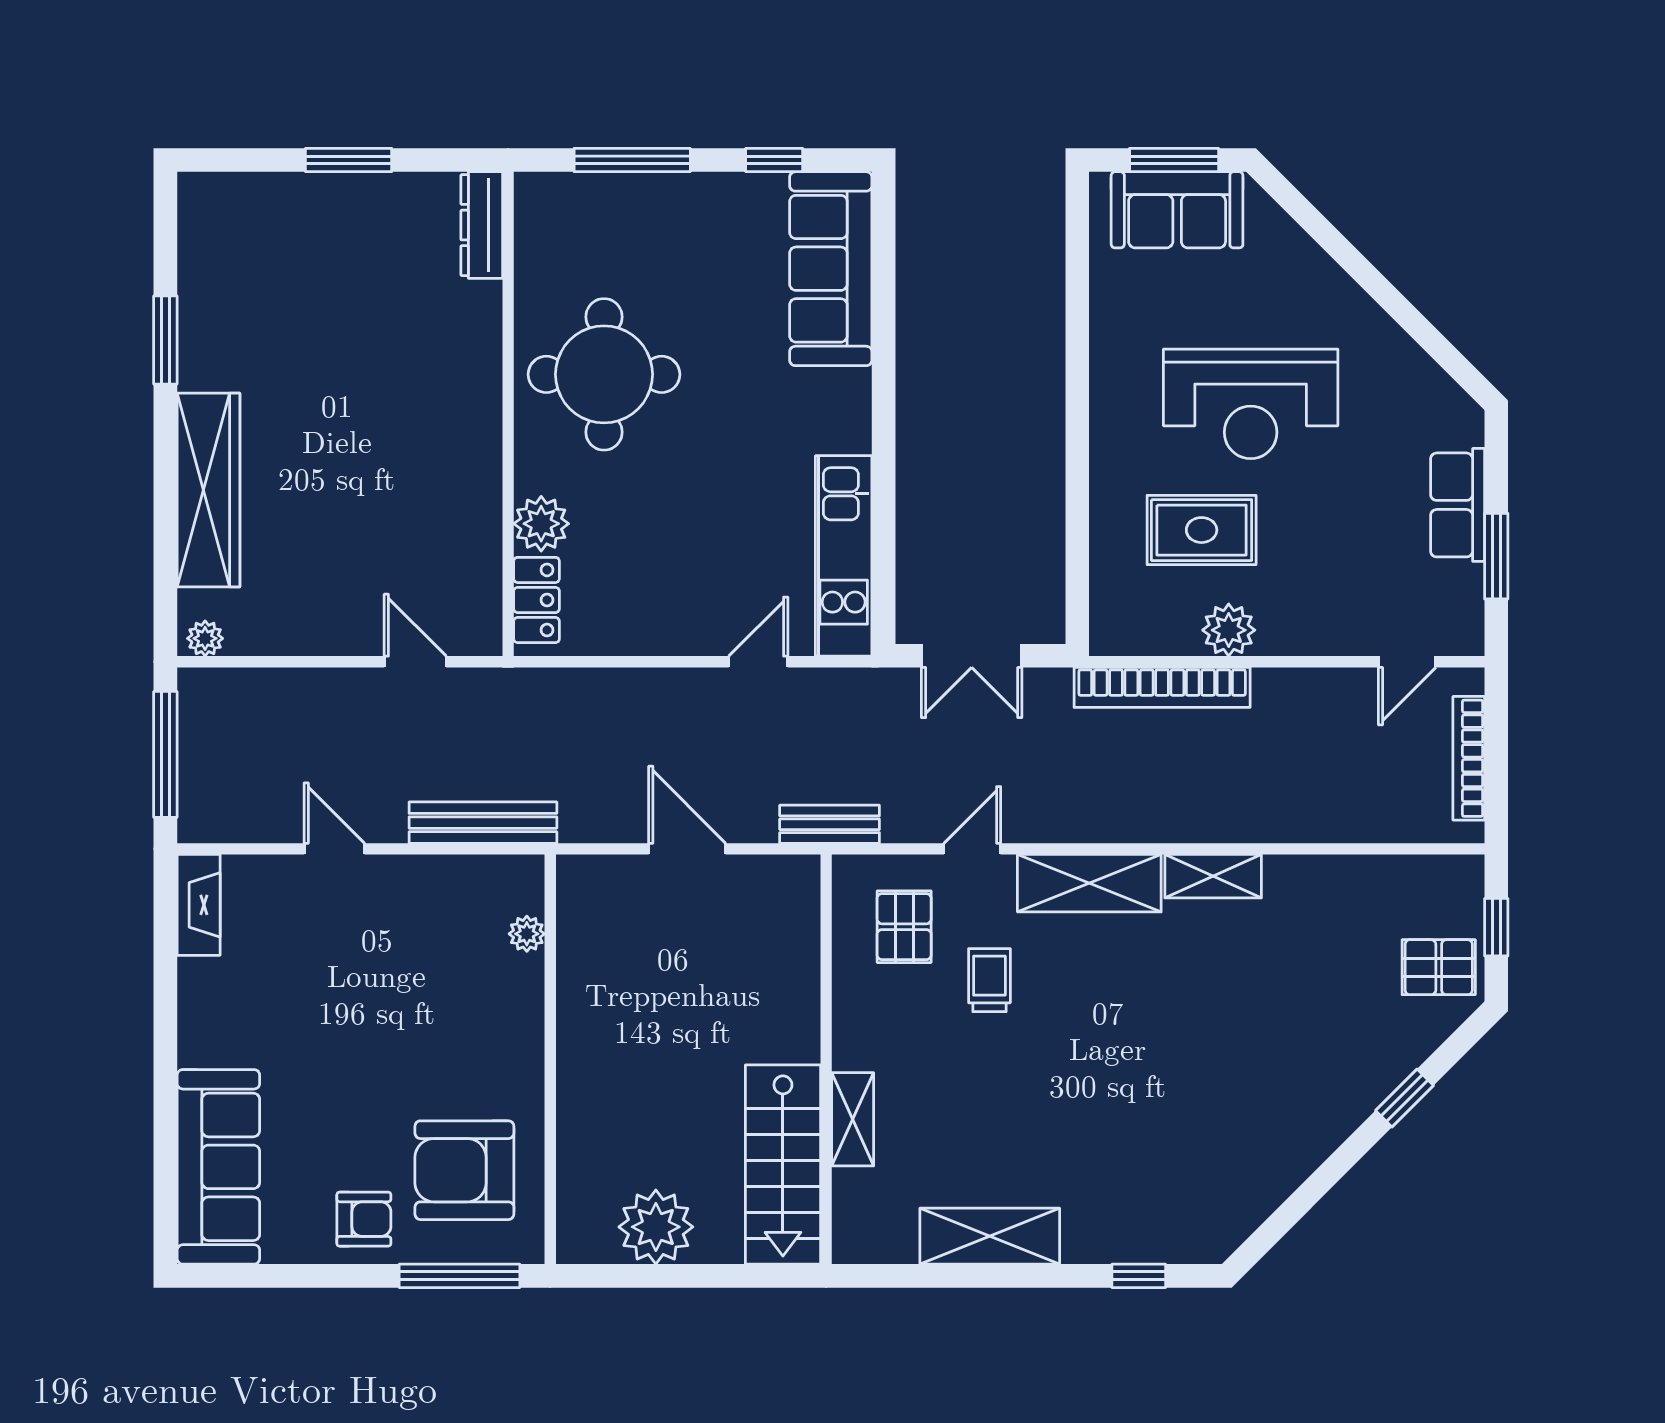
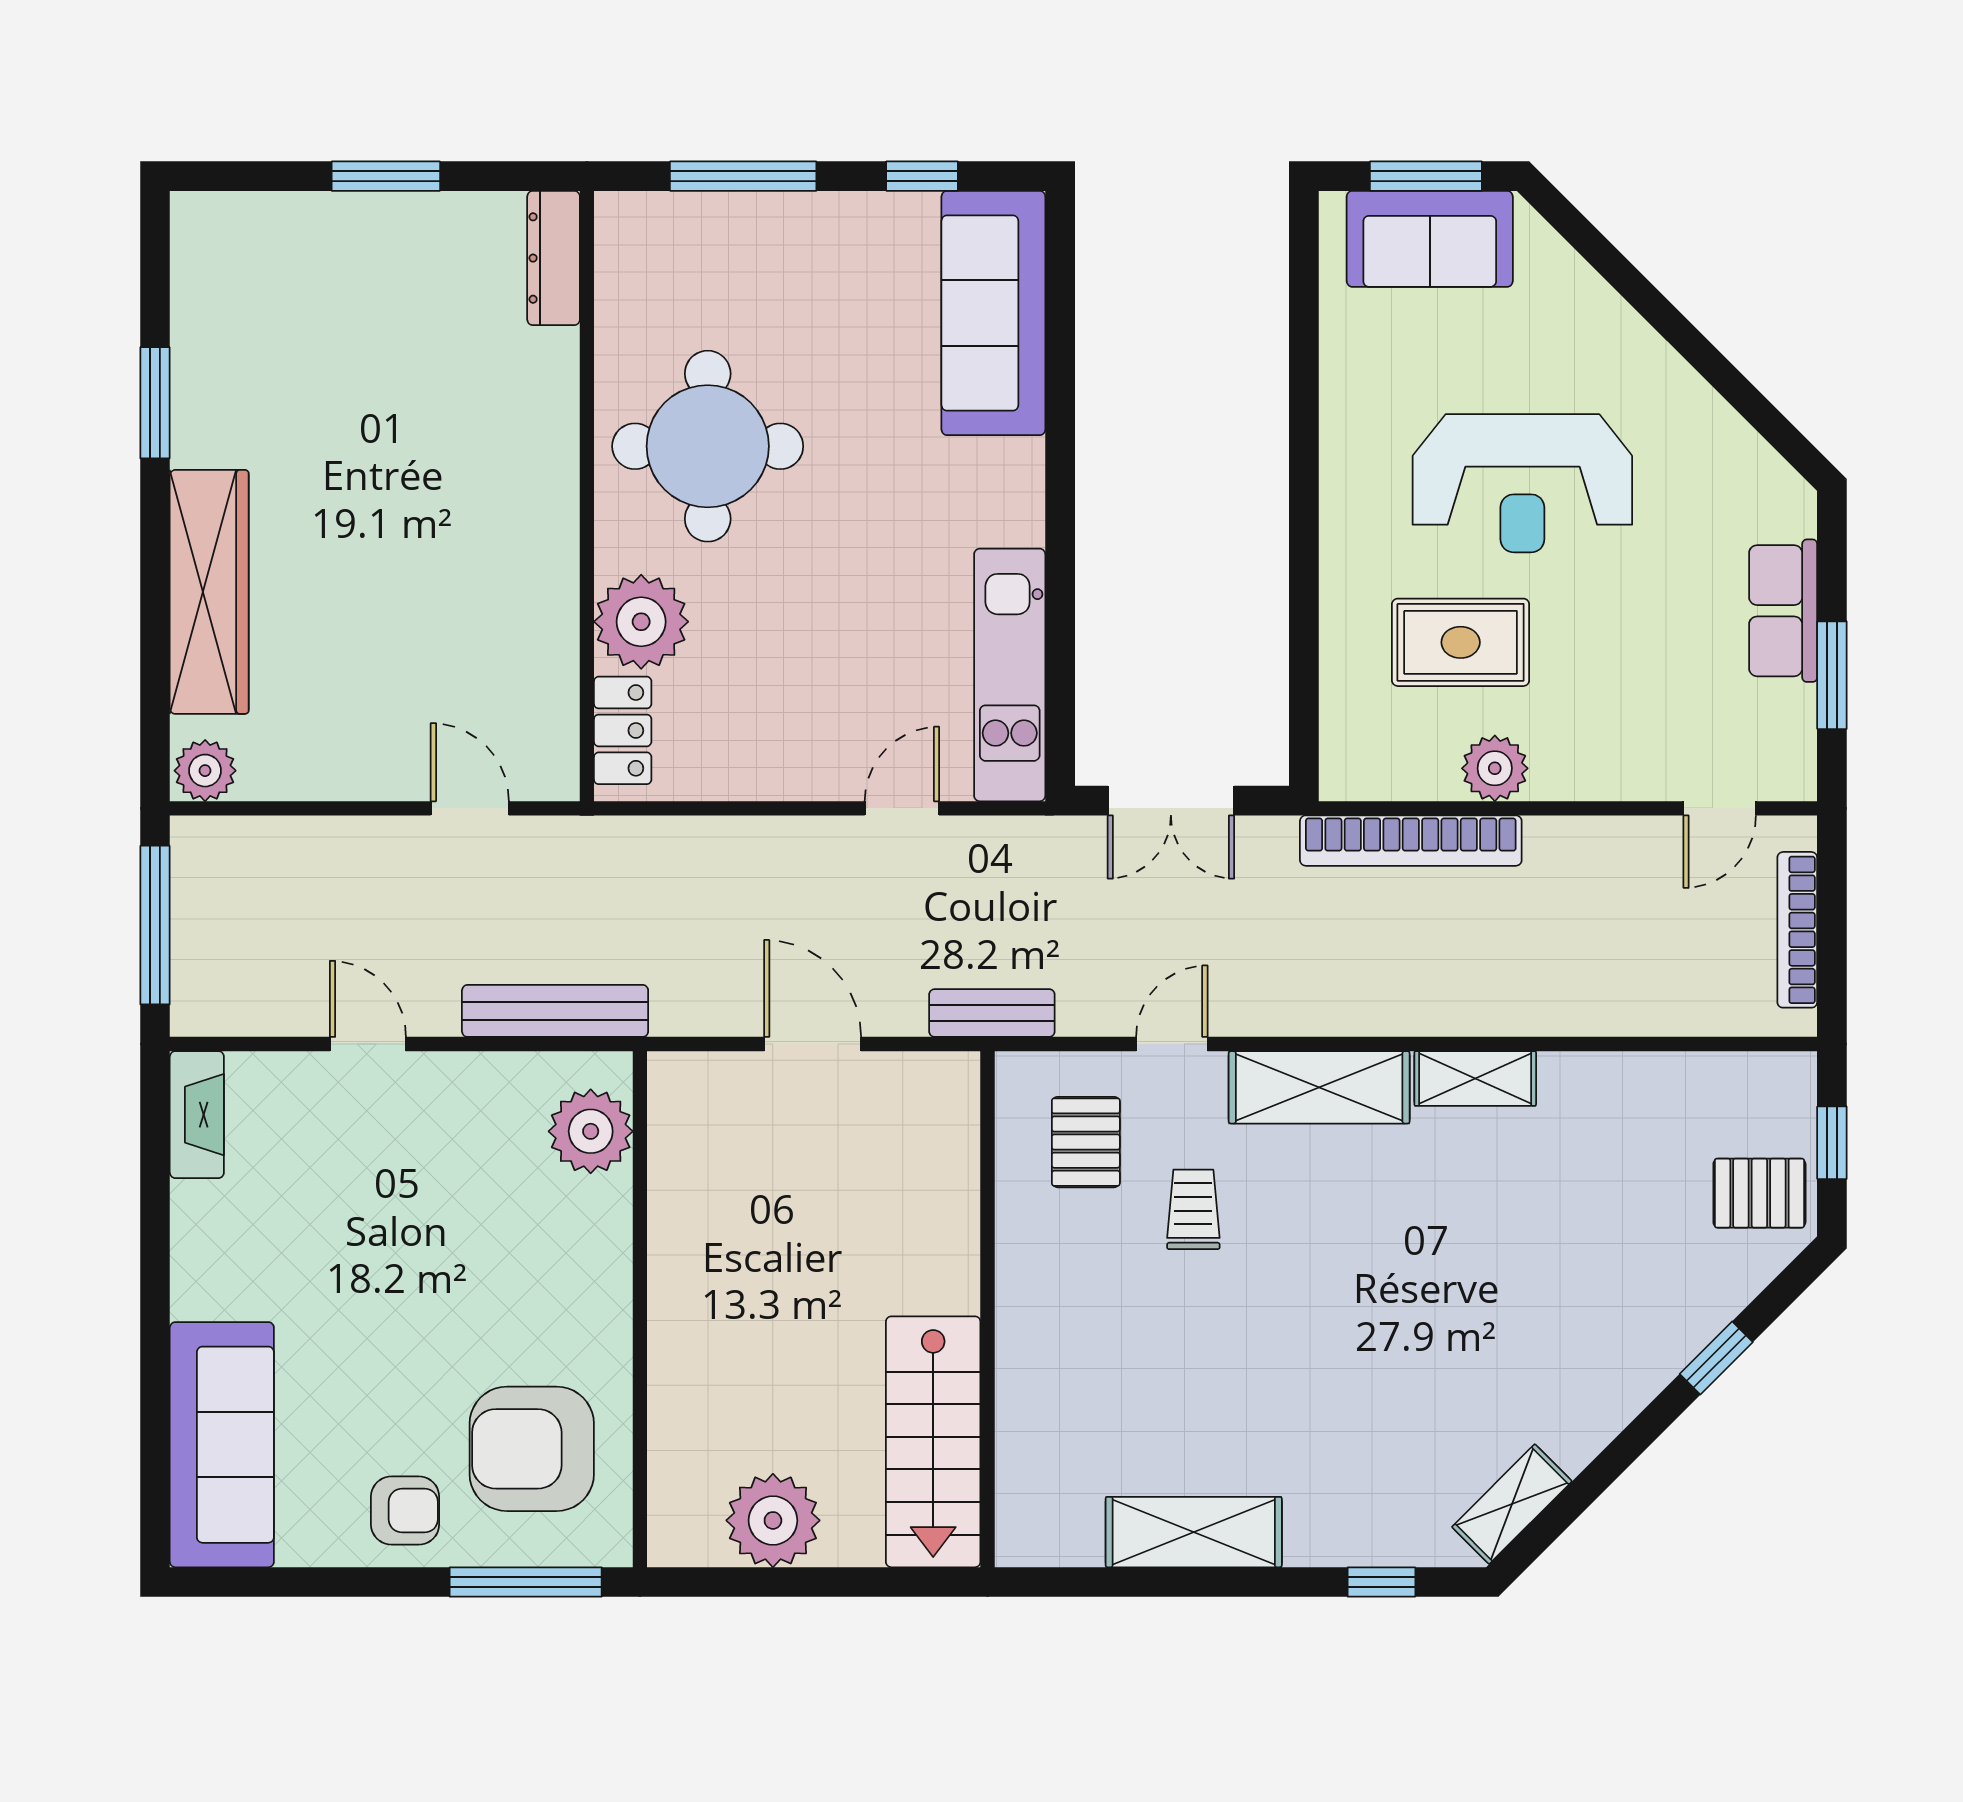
plant: (541, 524) -> (641, 622), width x1.36, depth x1.36
plant: (205, 638) -> (205, 771), width x1.38, depth x1.38
plant: (527, 934) -> (591, 1131), width x1.88, depth x1.88
shelving: (853, 1119) -> (1512, 1504), moved, turned 45

